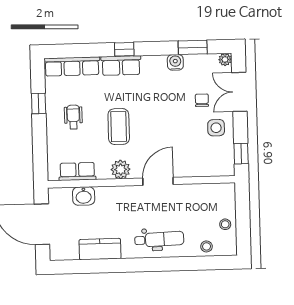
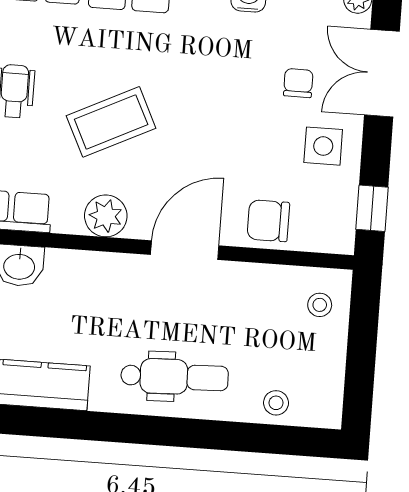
coffee table: (119, 127) -> (111, 122), turned 64
chair: (195, 164) -> (268, 221), added
stool: (225, 224) -> (320, 305), moved

